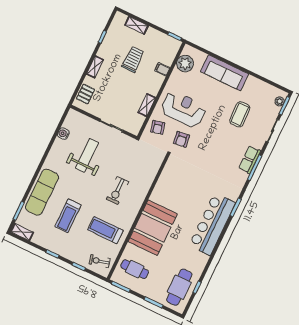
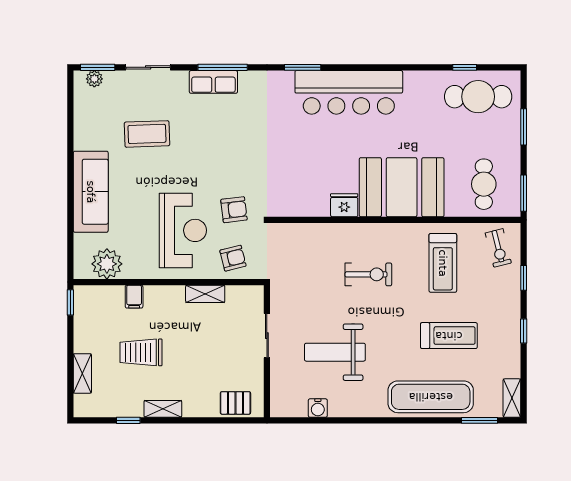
shelving: (95, 67) -> (163, 409), moved
reception desk: (183, 109) -> (183, 230), turned 180
fridge: (157, 195) -> (344, 205), added

